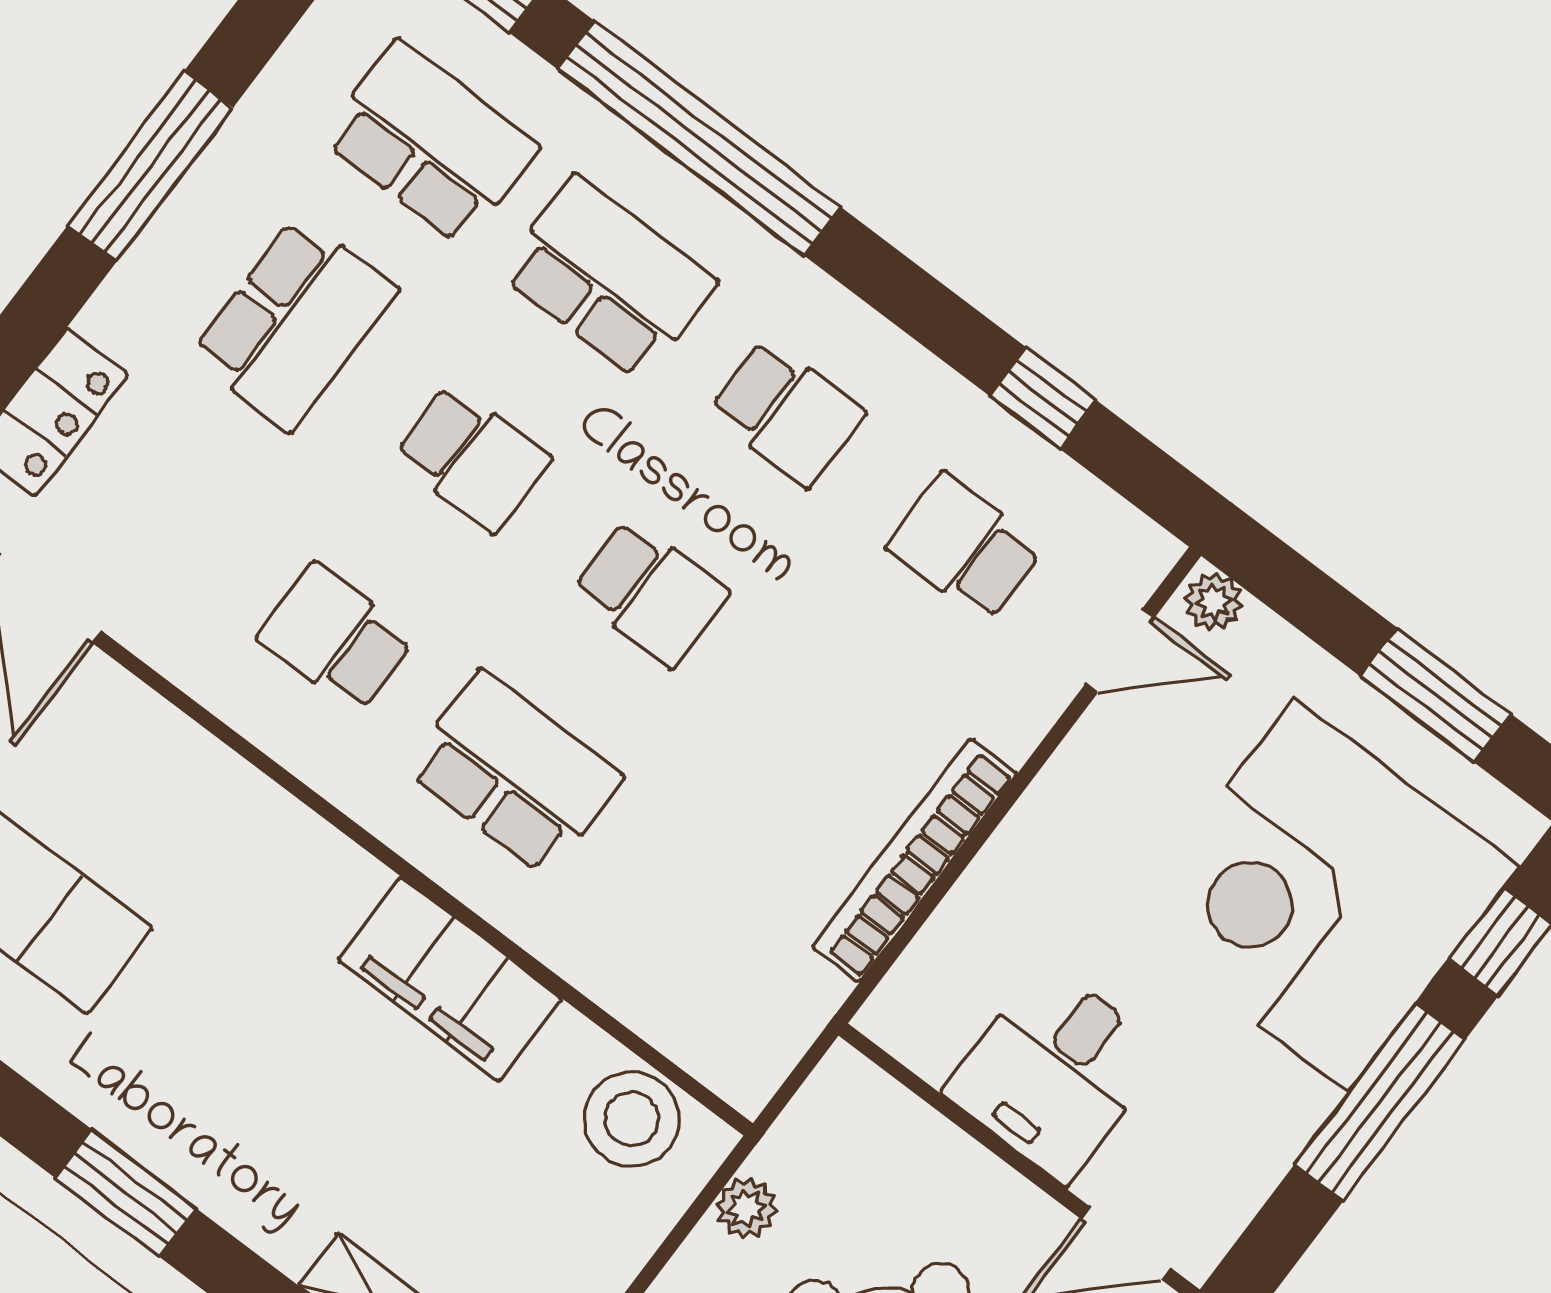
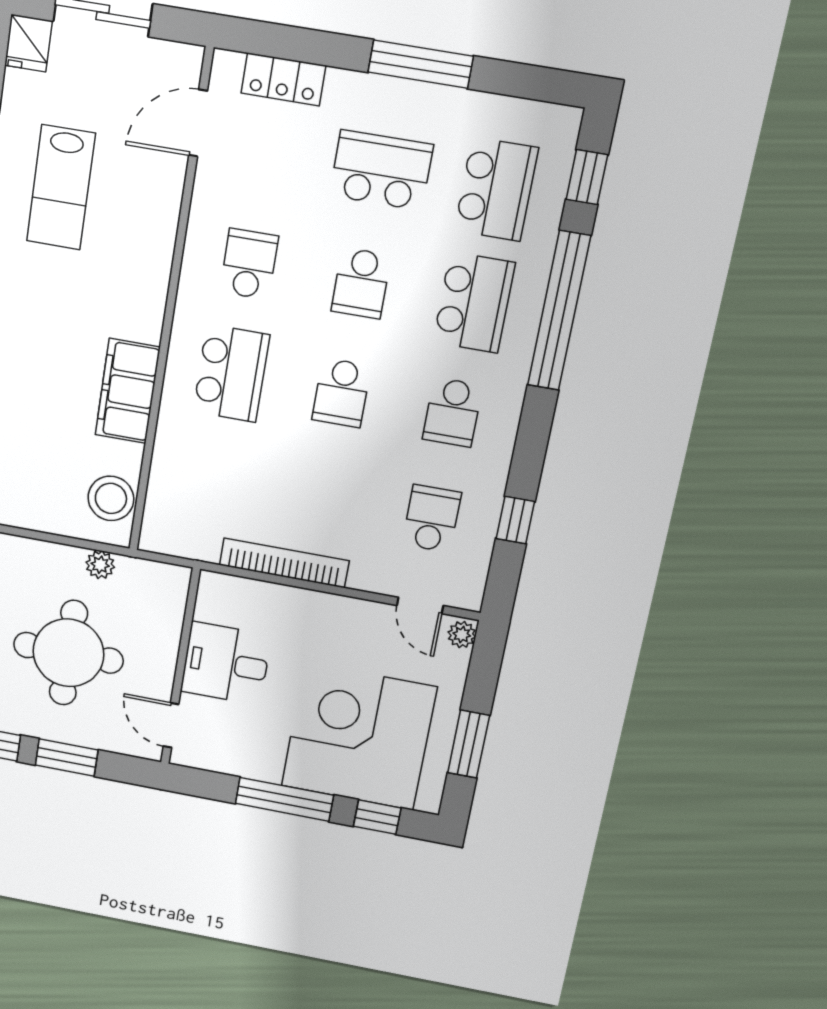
school desk: (294, 323) -> (381, 170), turned 180

